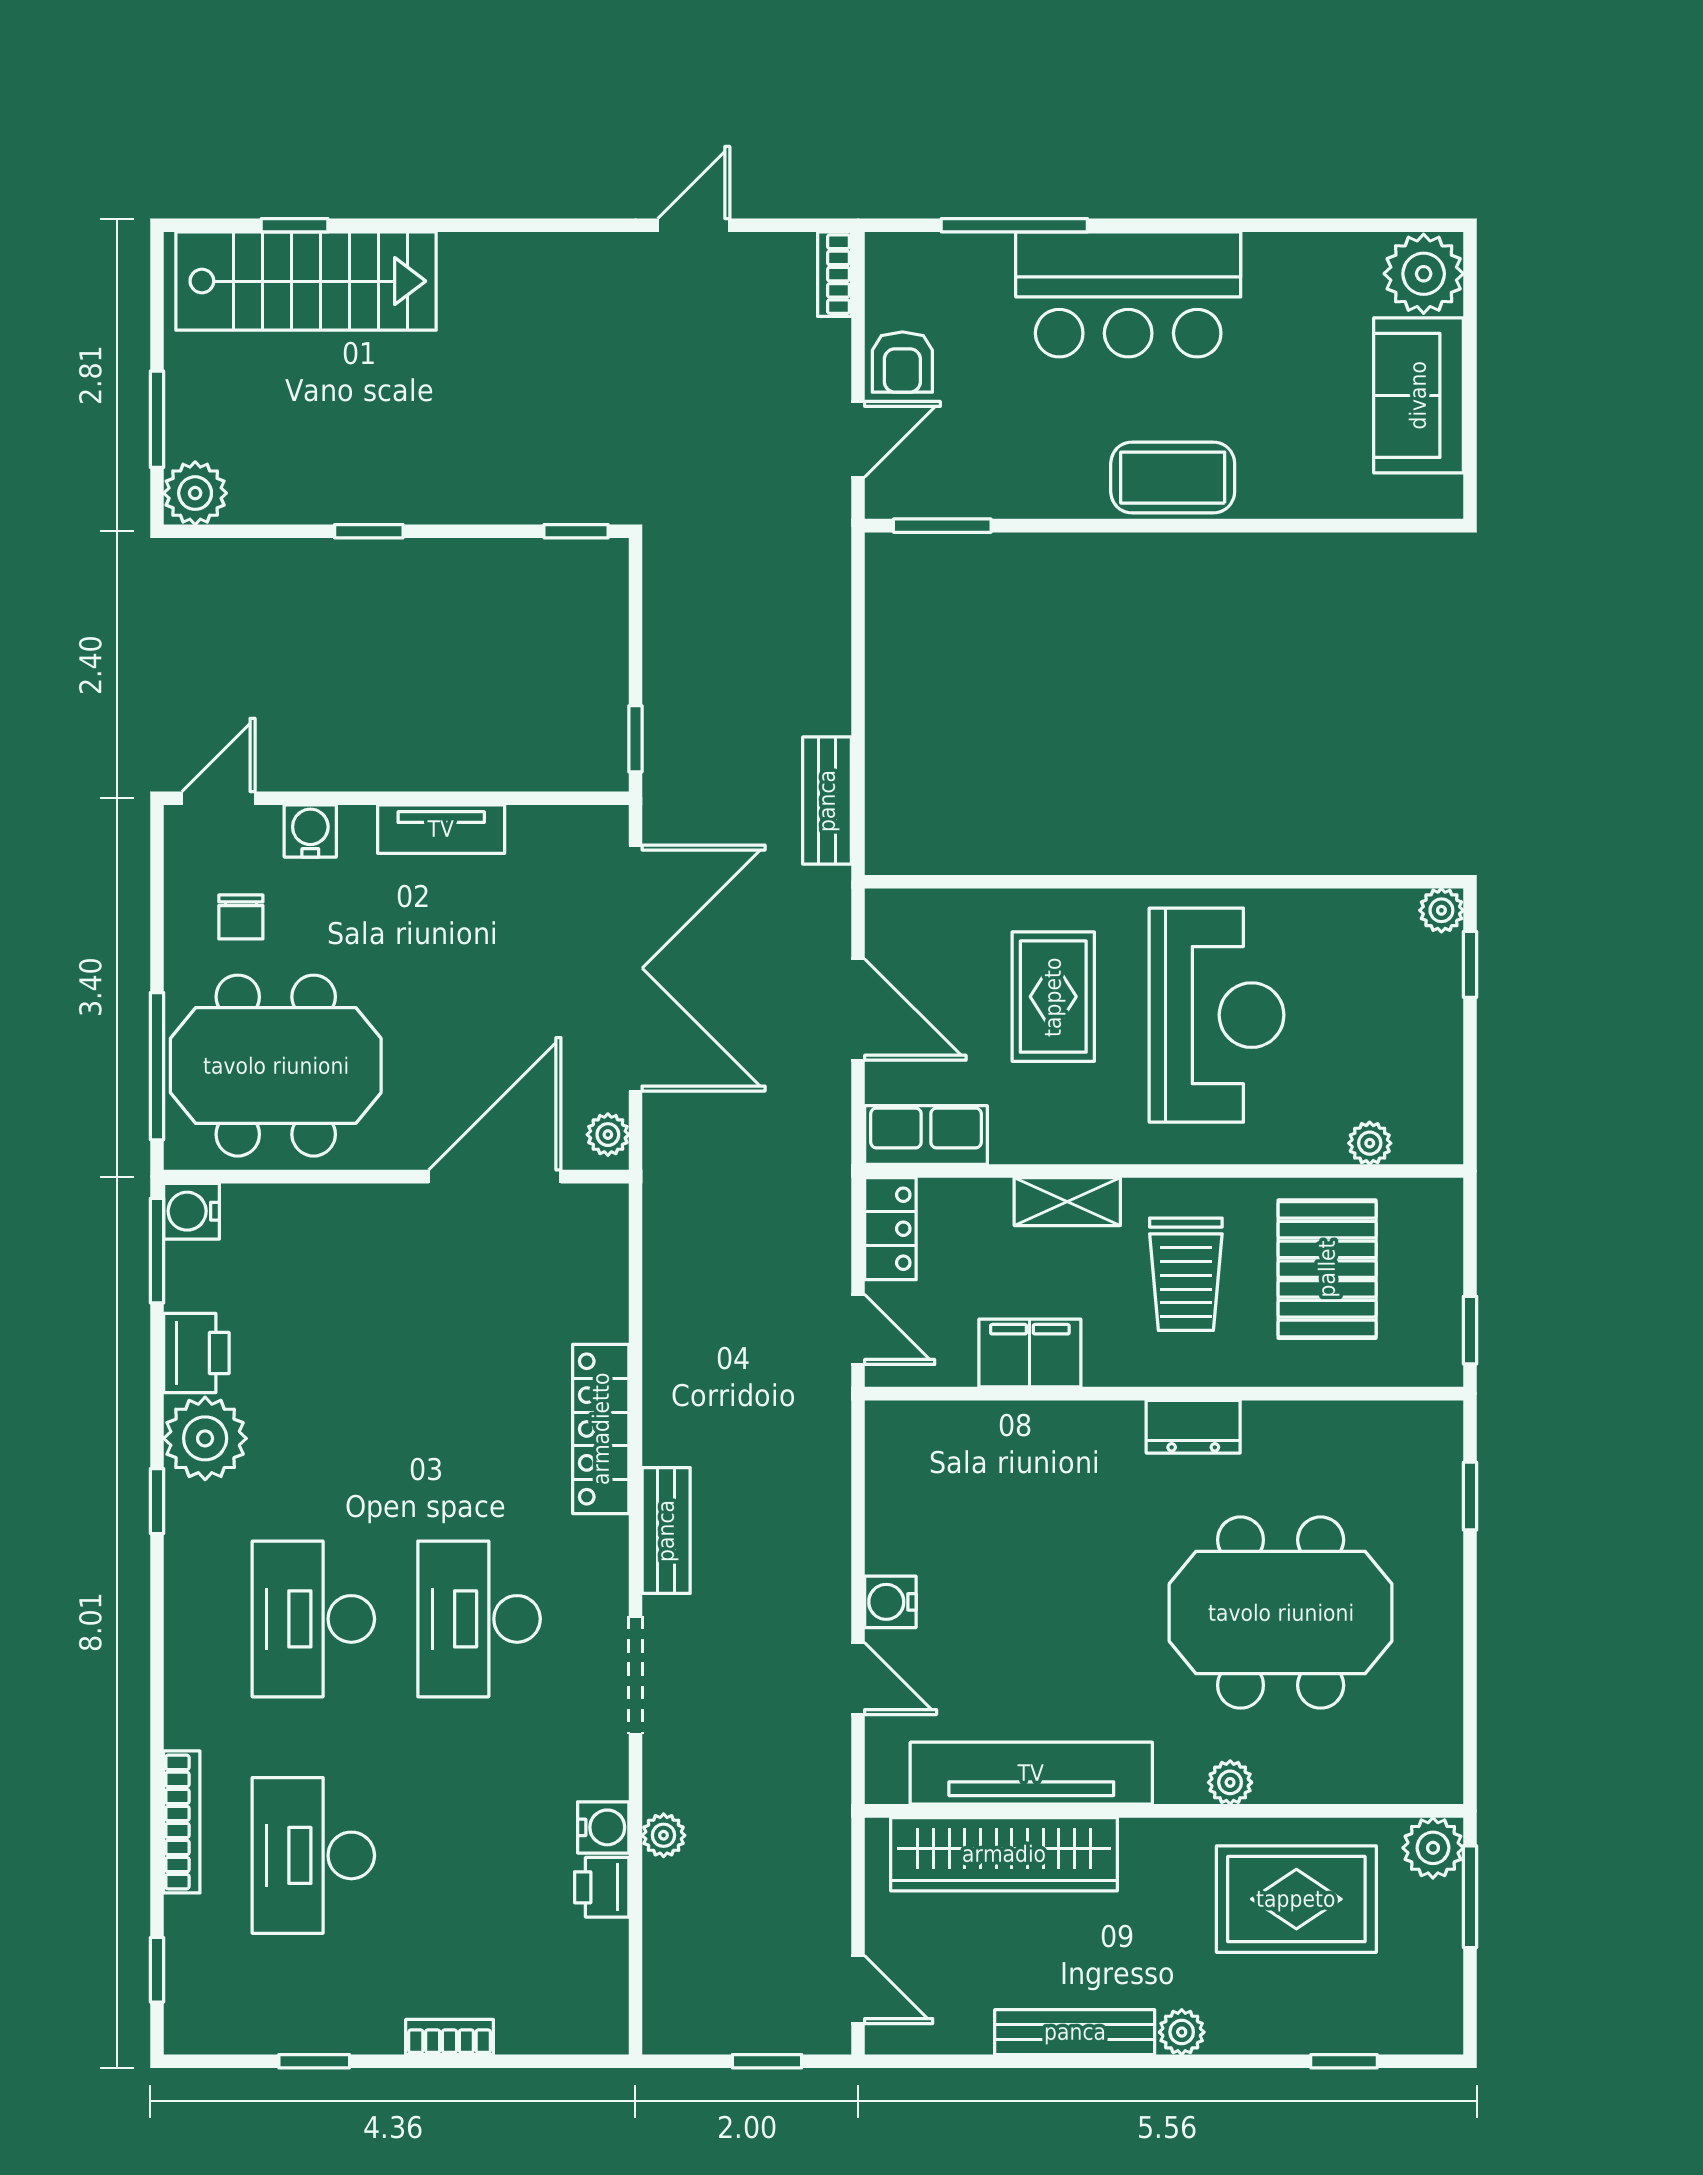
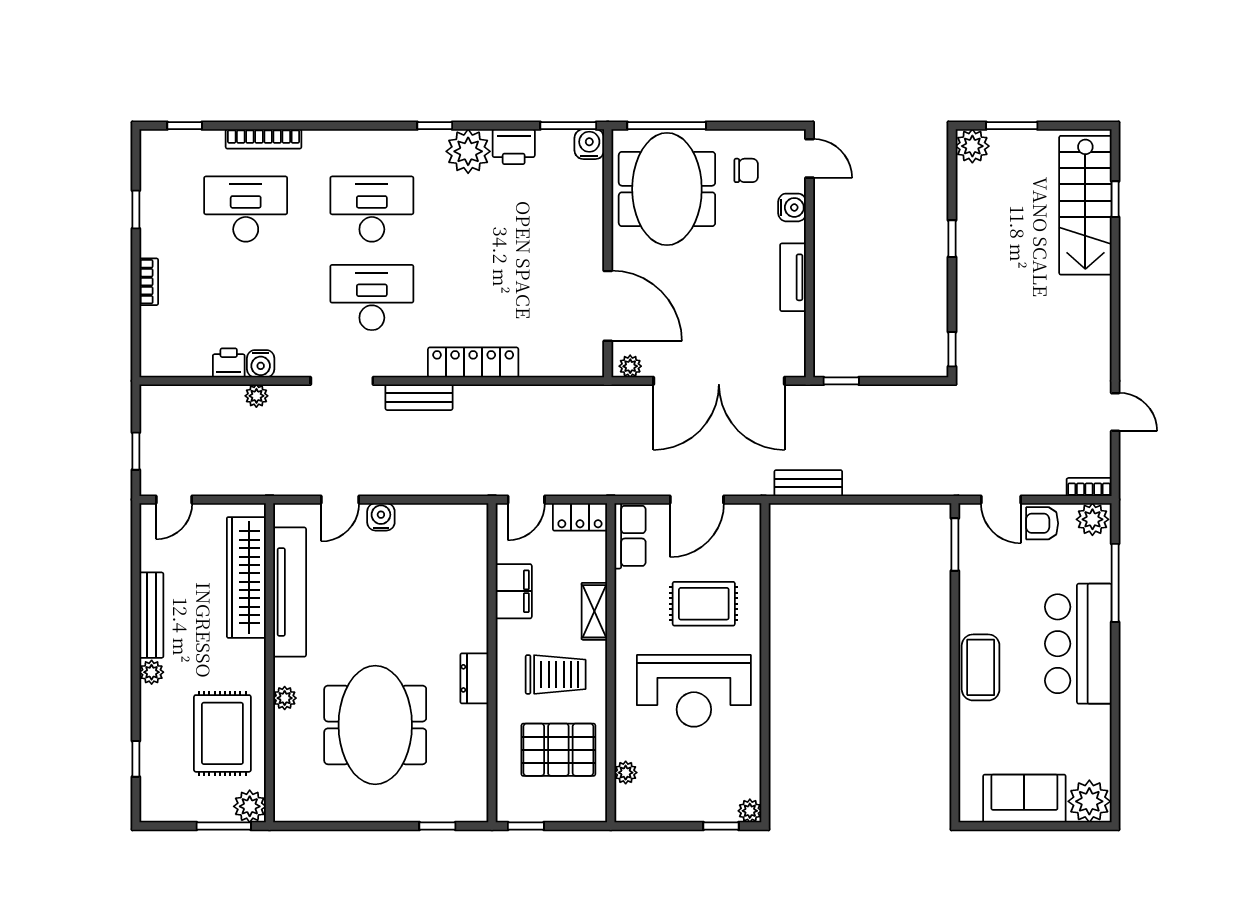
plant: (895, 268) -> (1092, 519), added
chair: (241, 917) -> (746, 170), turned 180
trolley: (1186, 1274) -> (556, 674), turned 180

